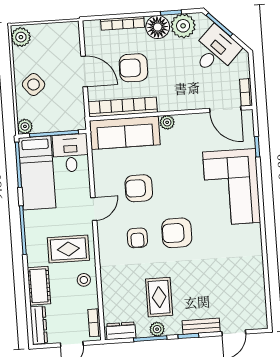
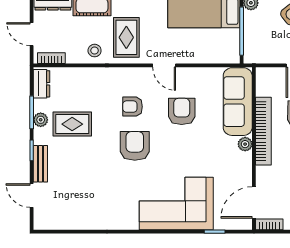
bookcase: (123, 107) -> (263, 131), moved
desk: (71, 153) -> (221, 46), removed

